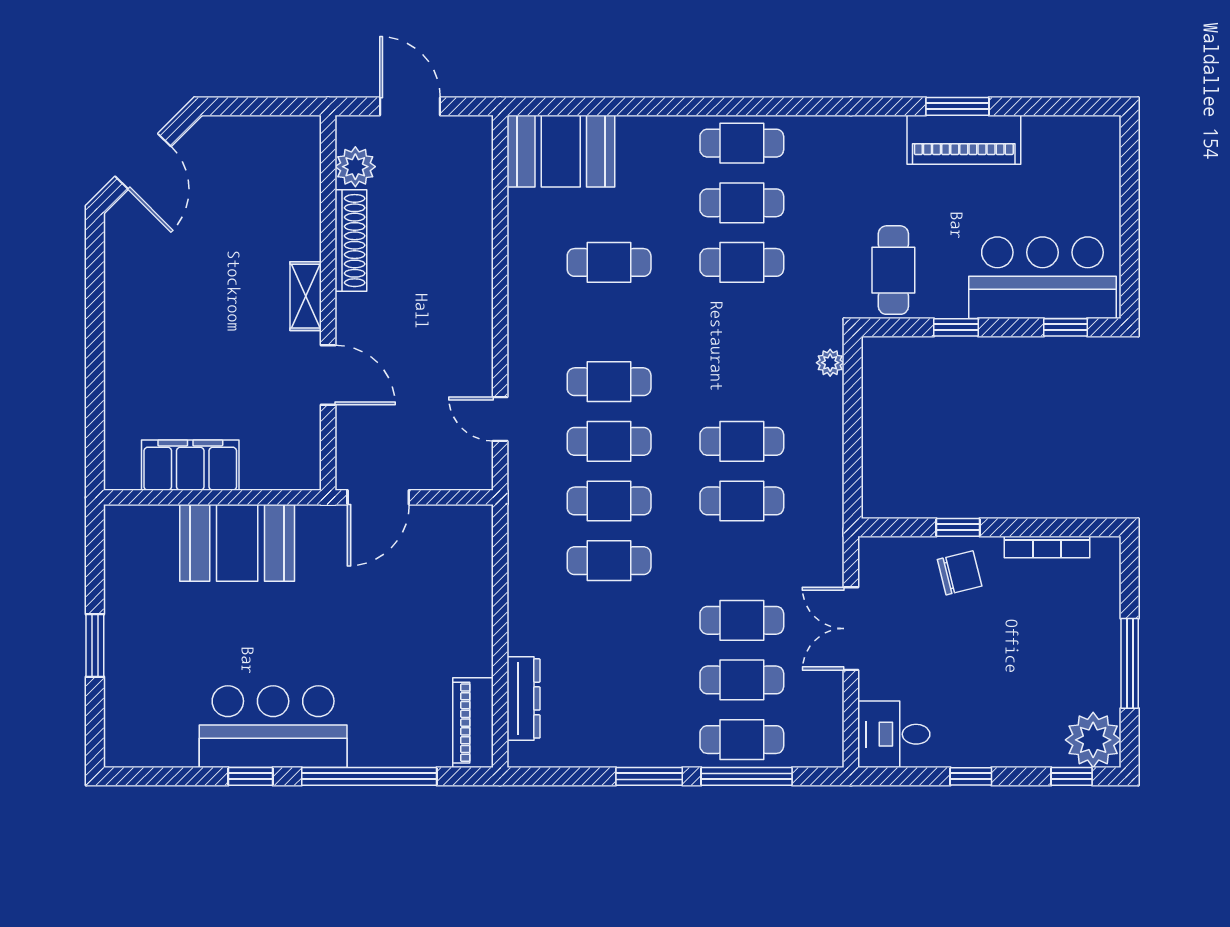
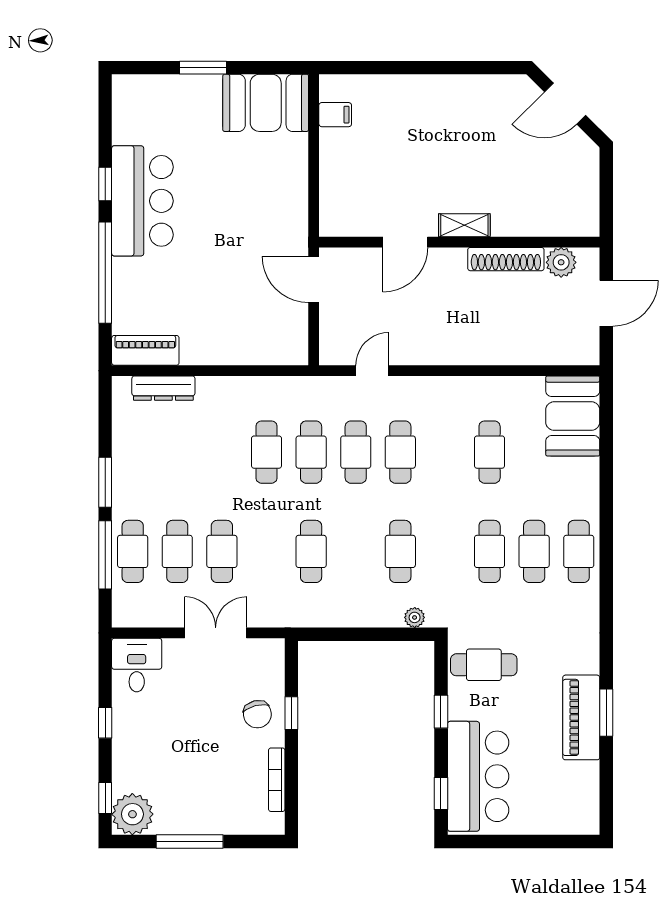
cafe table: (742, 441) -> (400, 551), moved
filing cabinet: (190, 465) -> (335, 115), width x0.33, depth x0.86
booth: (237, 543) -> (266, 103), moved, turned 90

